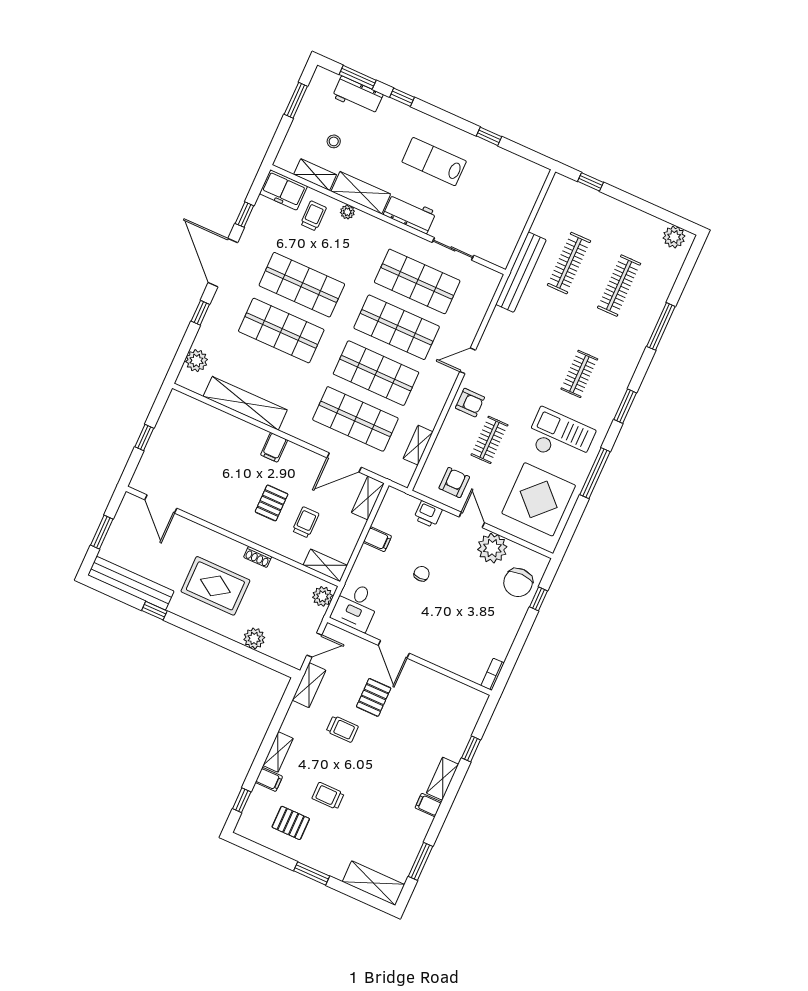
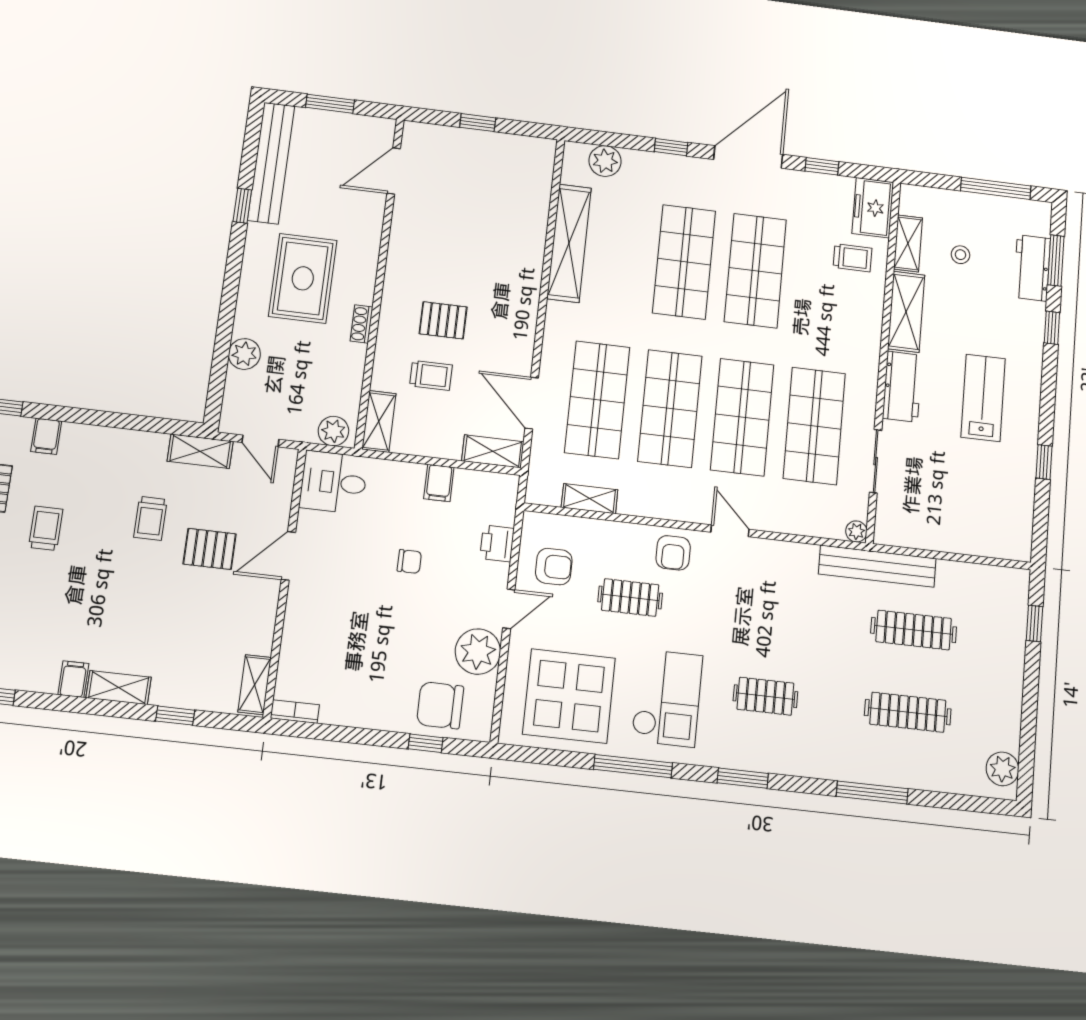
window: (296, 100) -> (996, 188), width x1.44
plant: (347, 212) -> (856, 531), moved
filing cabinet: (274, 447) -> (521, 300), removed
shelving: (278, 752) -> (255, 685), moved, turned 90

